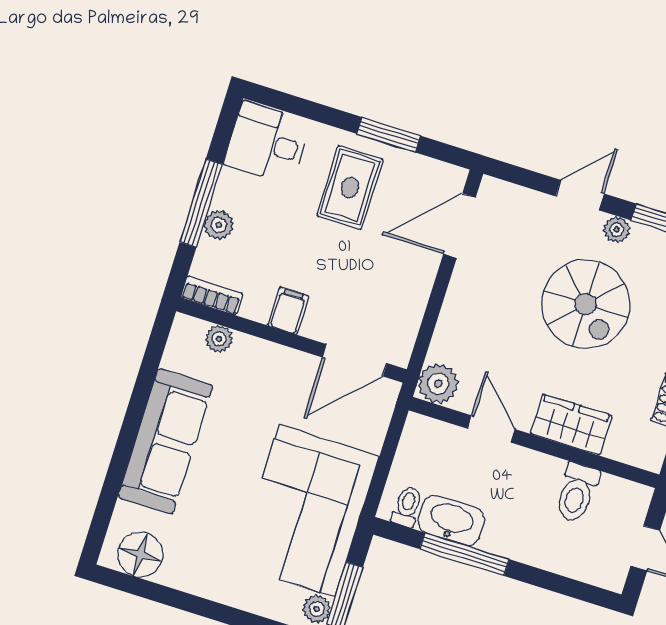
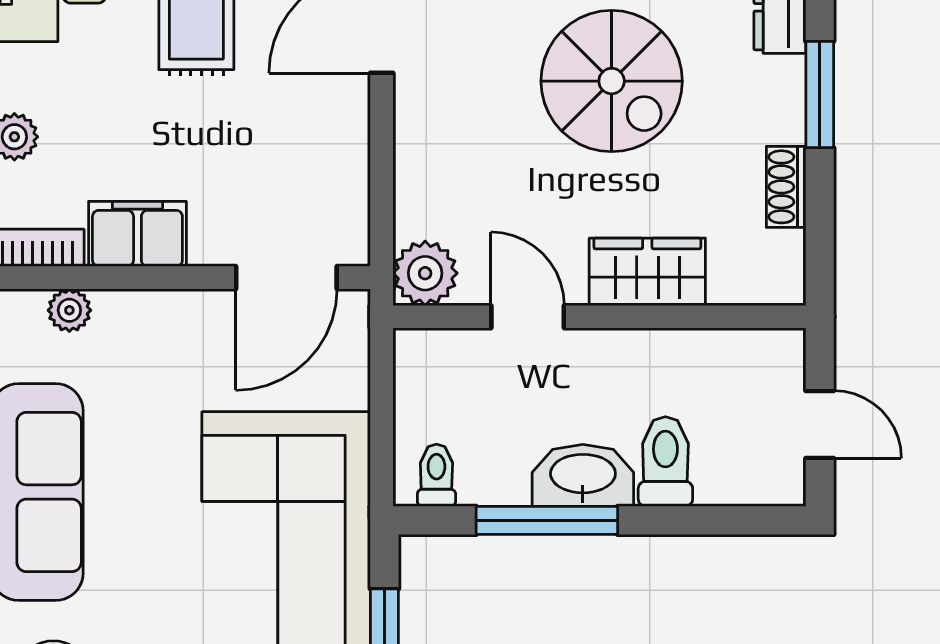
filing cabinet: (288, 311) -> (137, 234), width x2.00
toilet: (577, 493) -> (665, 462), moved, turned 180
washbasin: (451, 521) -> (583, 475), moved

